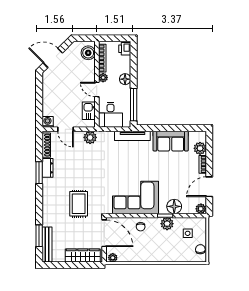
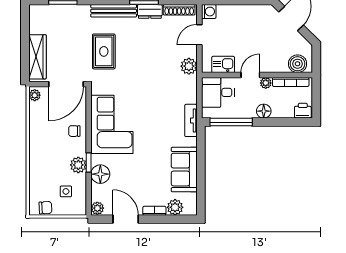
tv unit: (132, 136) -> (191, 120), width x0.71
rug: (79, 204) -> (104, 51), turned 90
bench: (47, 245) -> (114, 11), moved

